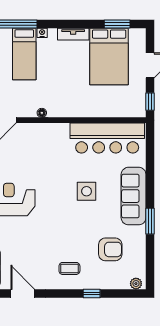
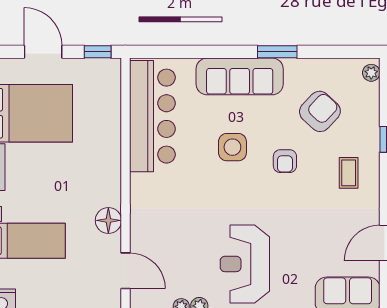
floor lamp: (42, 113) -> (108, 220), width x1.89, depth x1.89
armchair: (77, 226) -> (285, 161), added
armchair: (110, 249) -> (320, 111), turned 43

